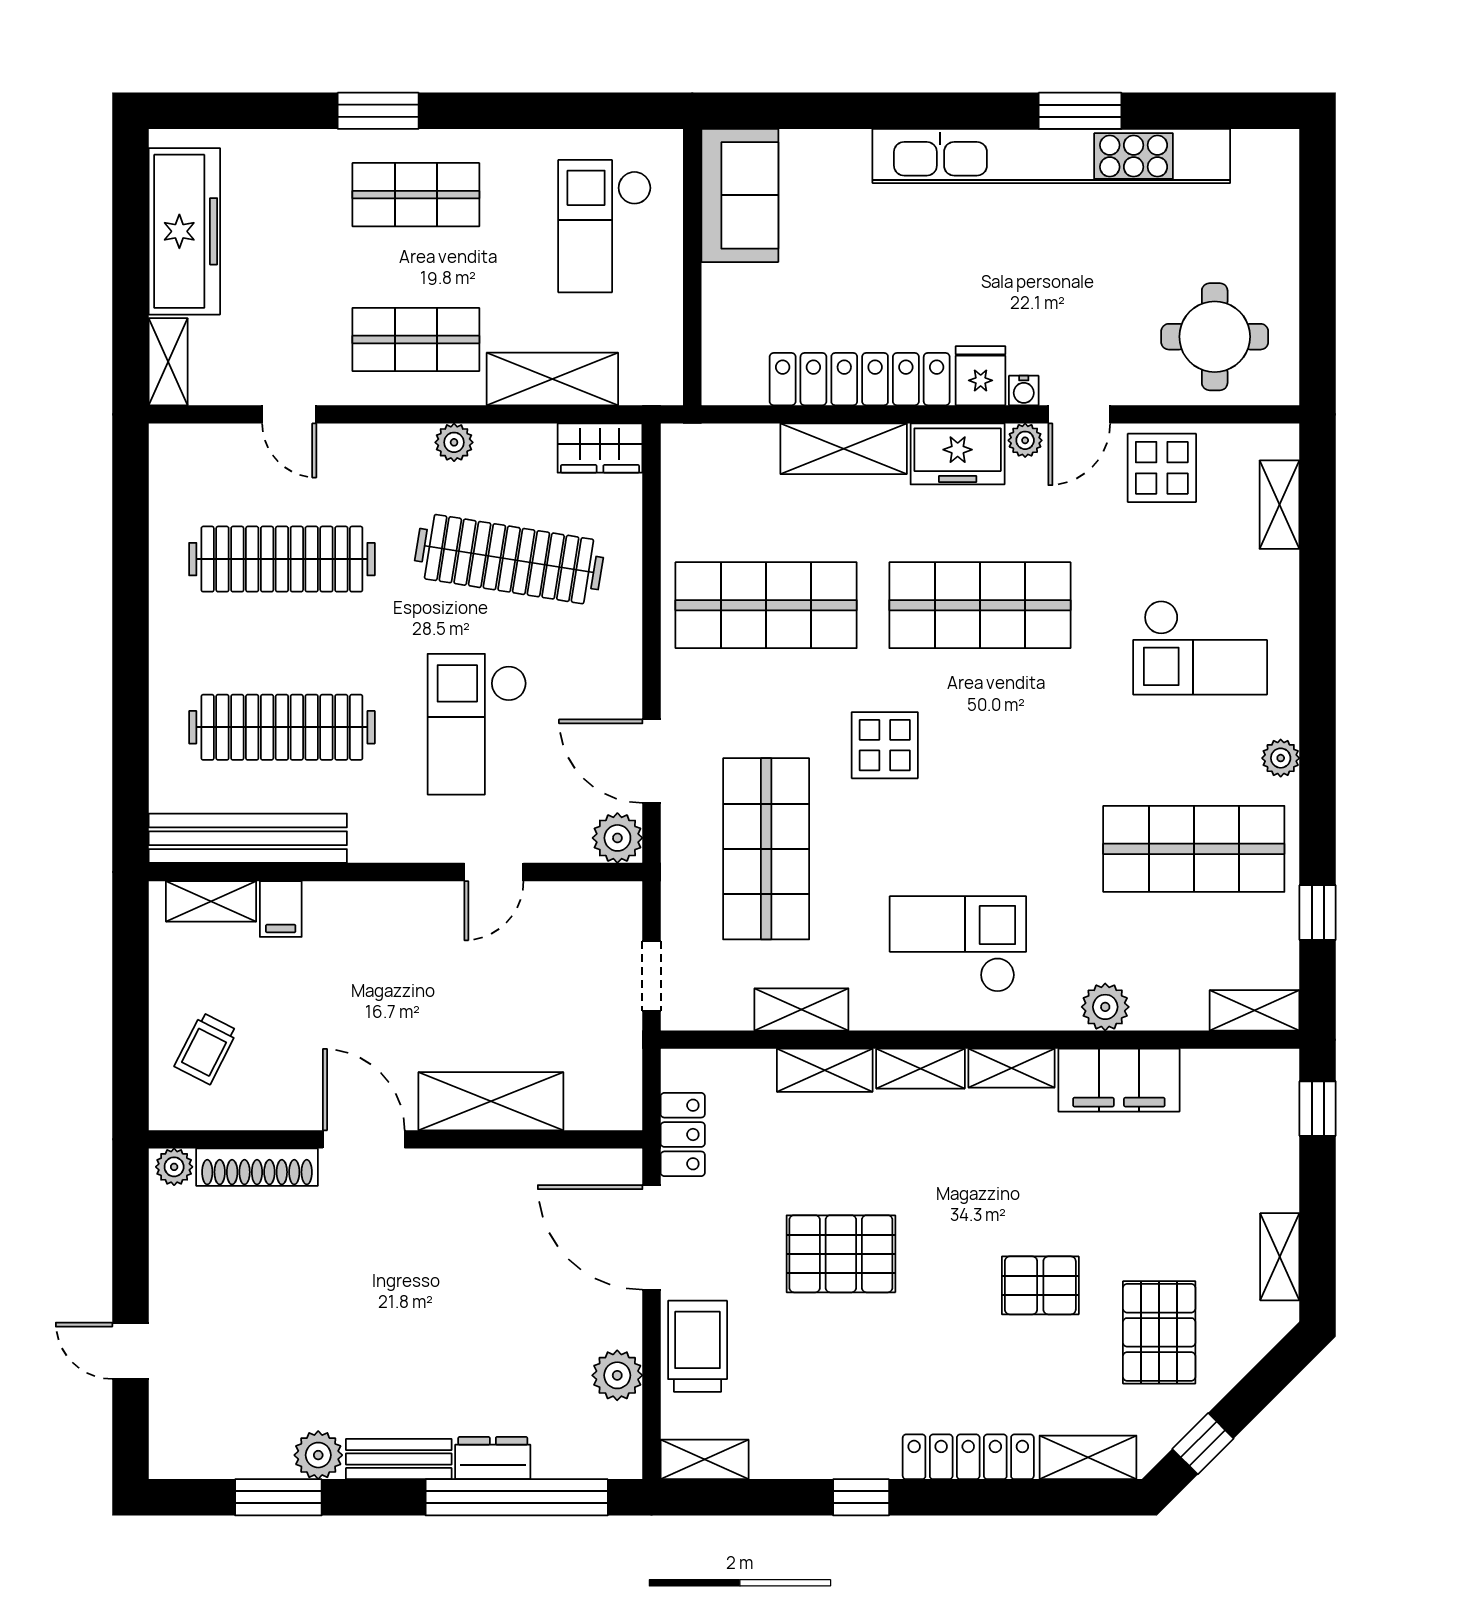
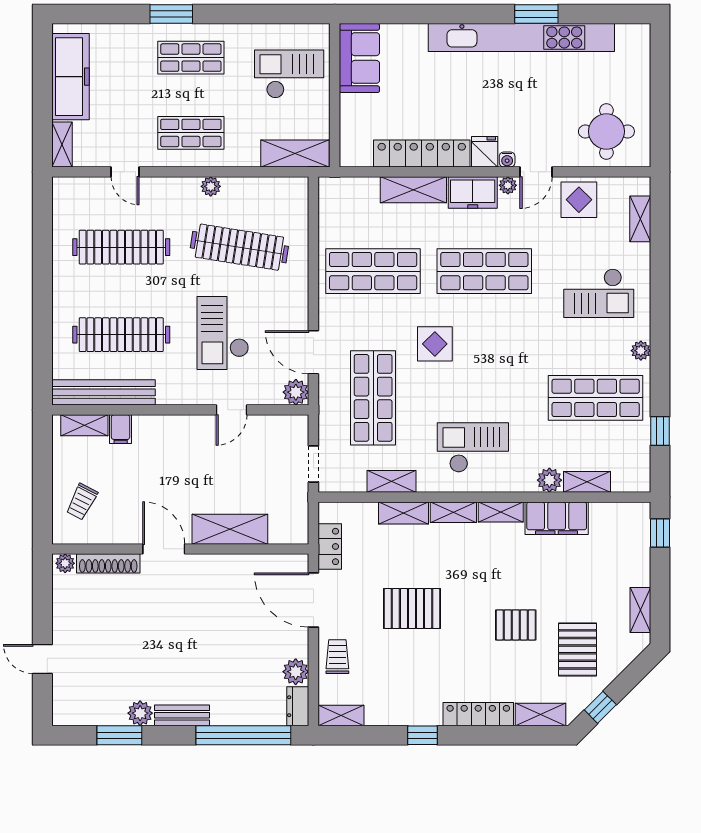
checkout: (605, 226) -> (289, 74), turned 90
shelving: (552, 379) -> (295, 153), moved
wardrobe: (600, 448) -> (287, 189), removed
shelving: (1255, 1010) -> (587, 482), moved
trolley: (698, 1346) -> (337, 657), width x0.73, depth x0.72
dresser: (493, 1458) -> (298, 706), moved, turned -90

